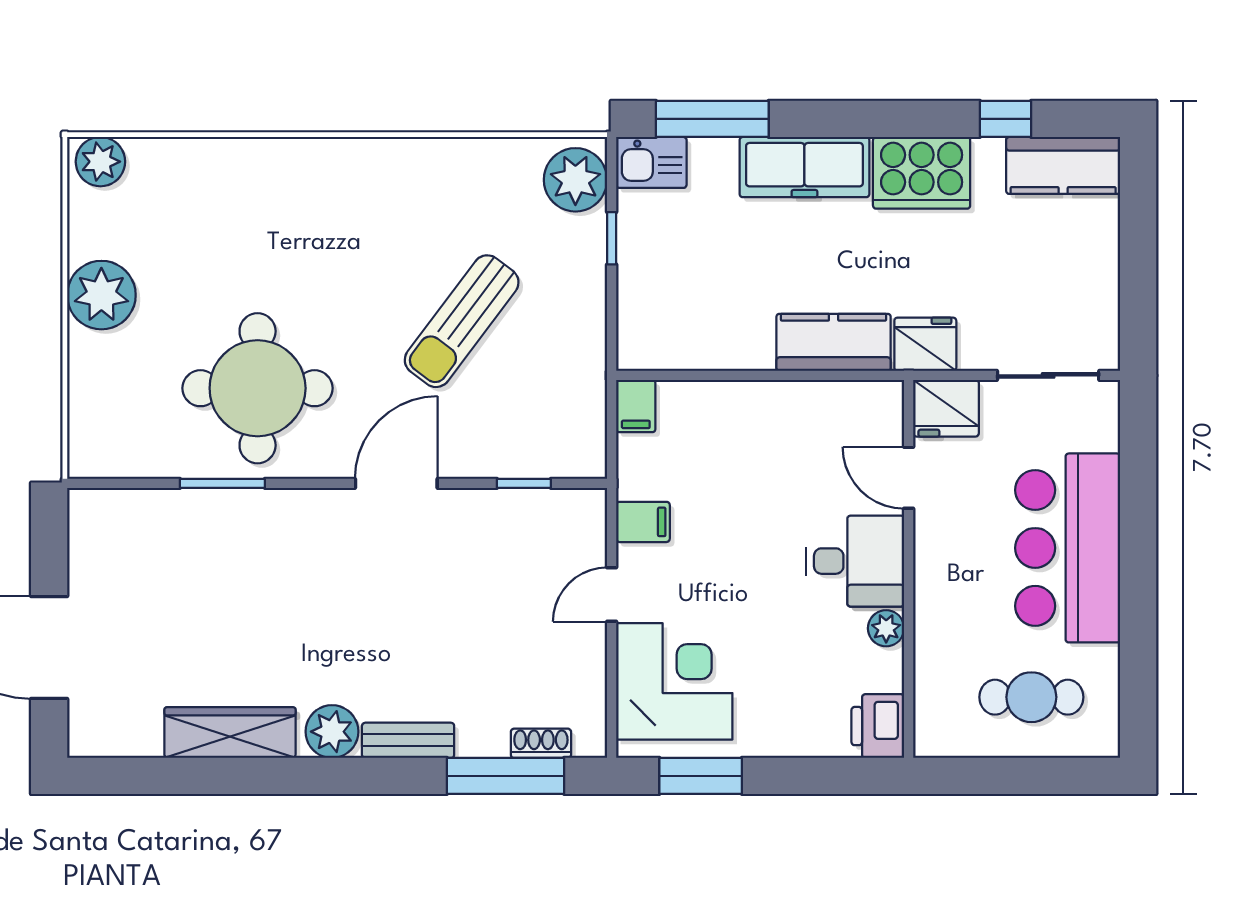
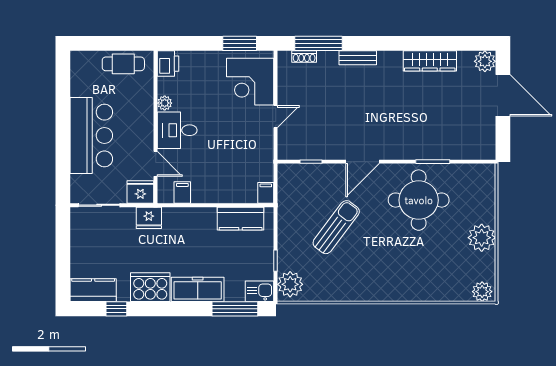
kitchen counter: (834, 342) -> (241, 219), moved
filing cabinet: (643, 522) -> (182, 193), moved, turned 90
cafe table: (1031, 697) -> (123, 64), moved
plant: (332, 732) -> (485, 61), moved

